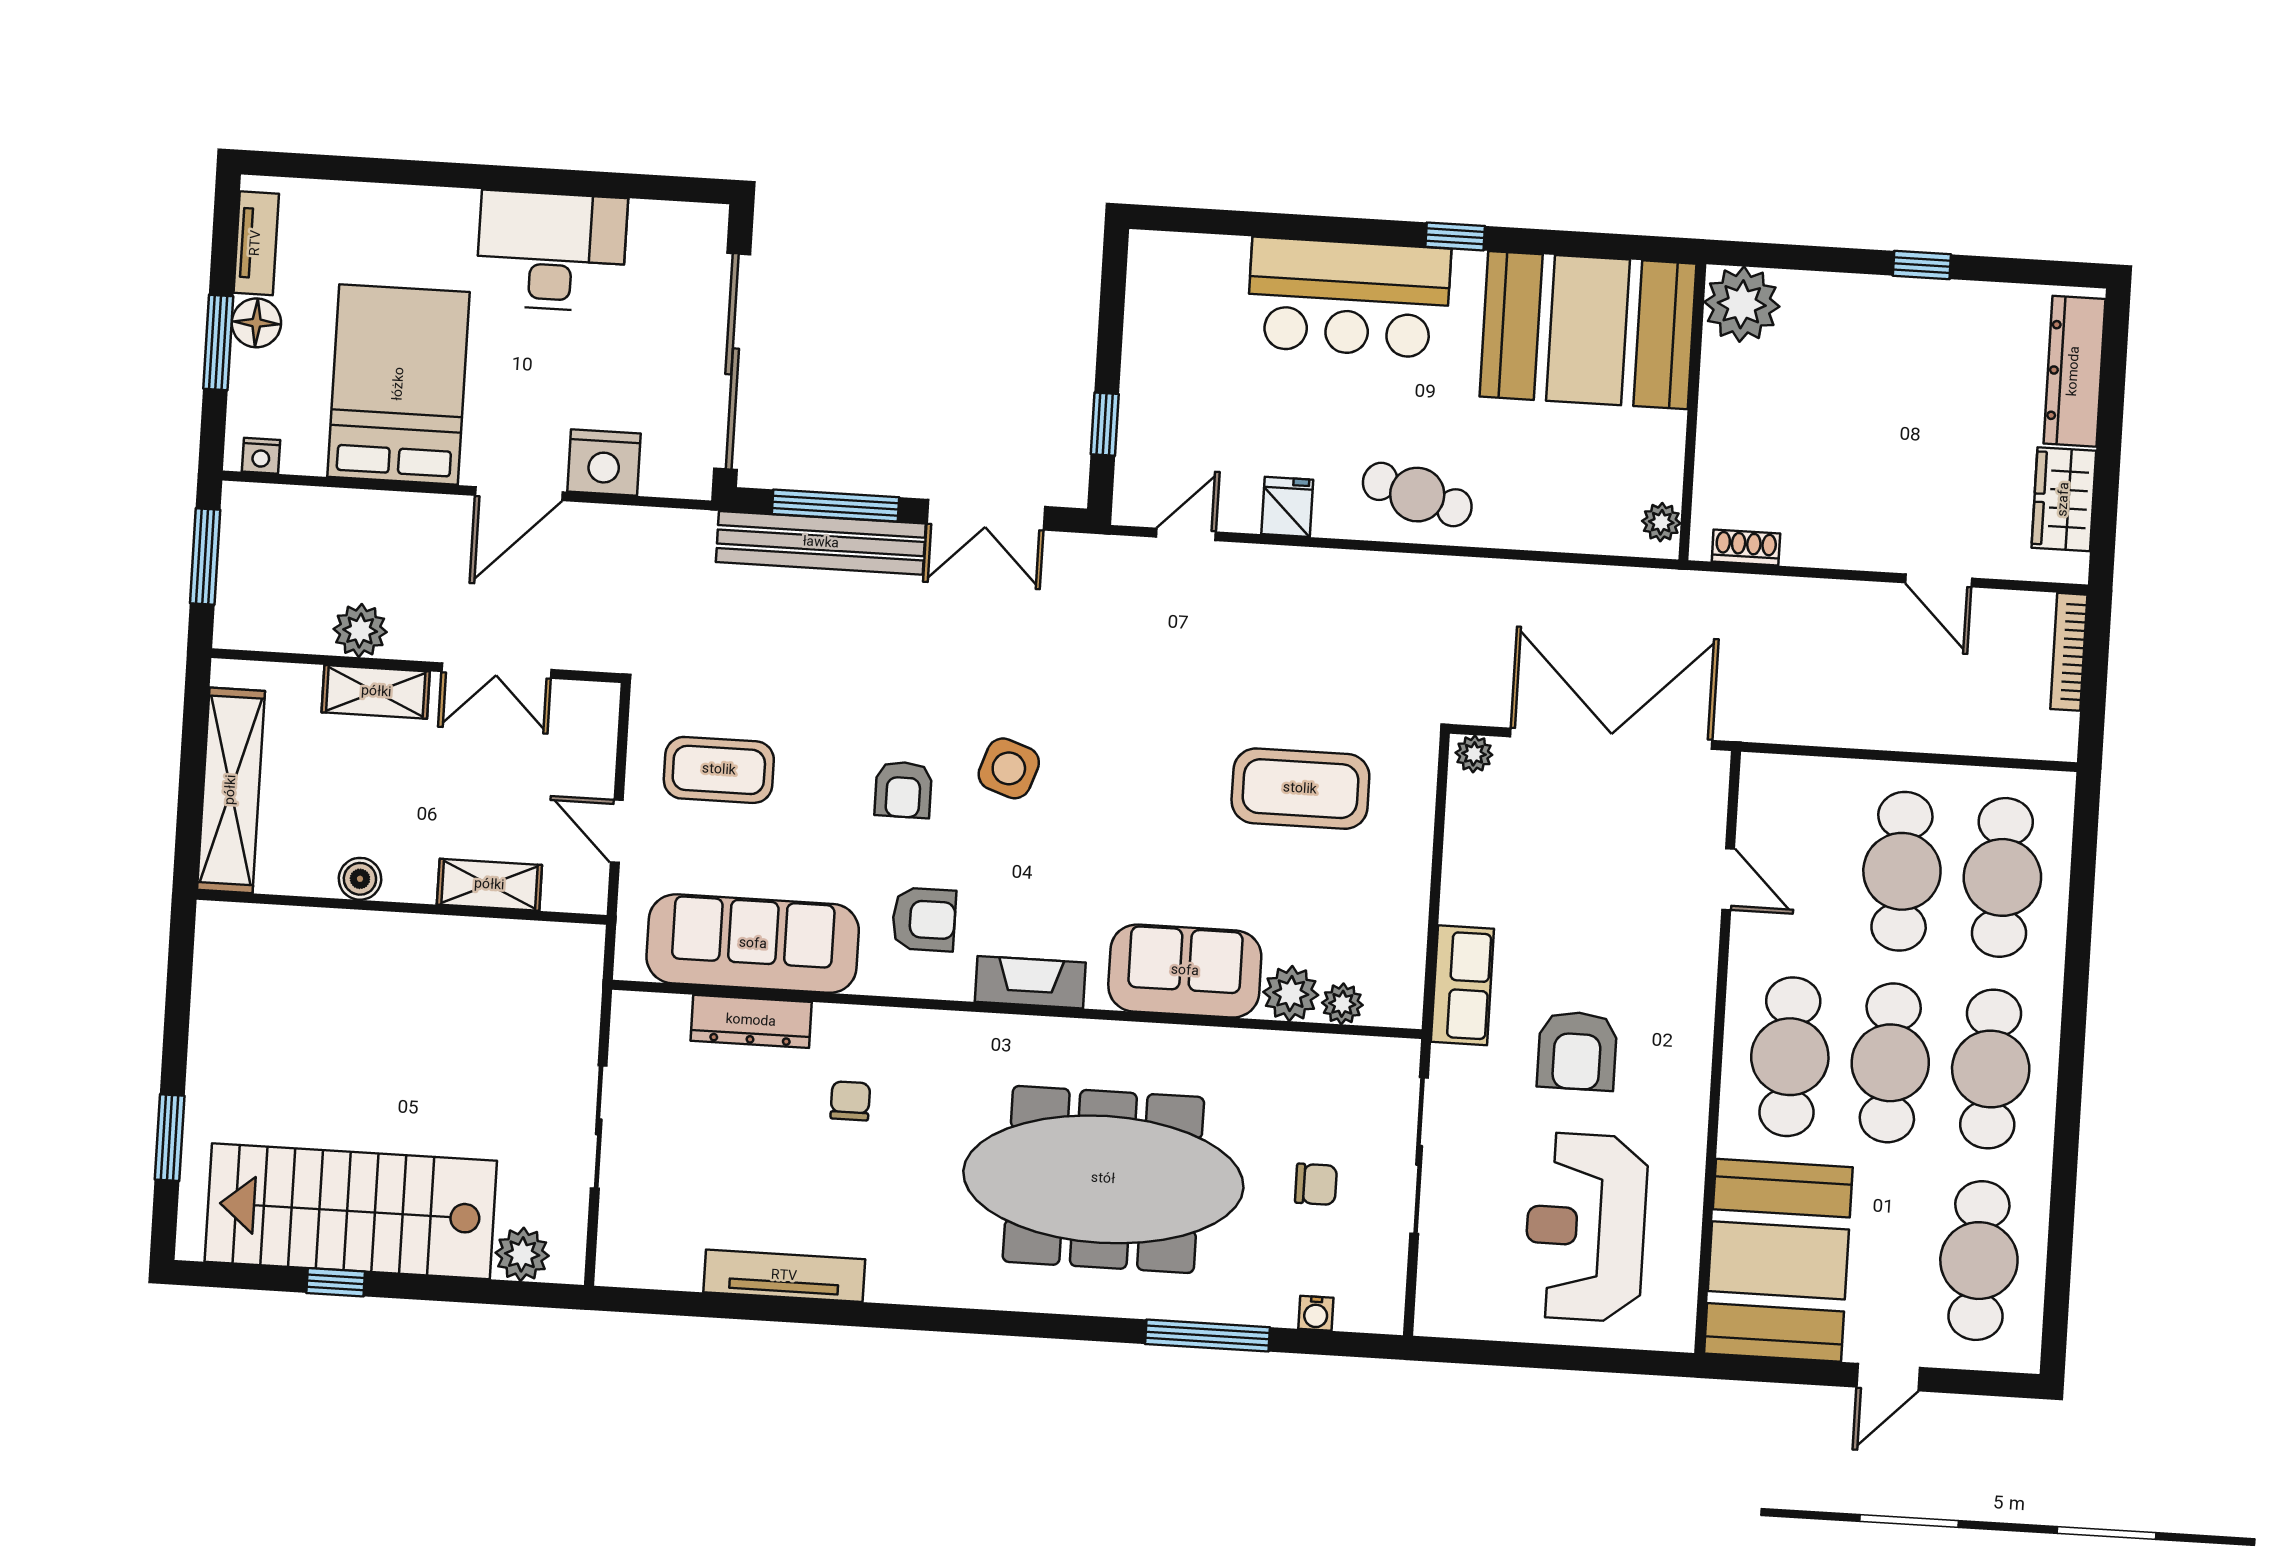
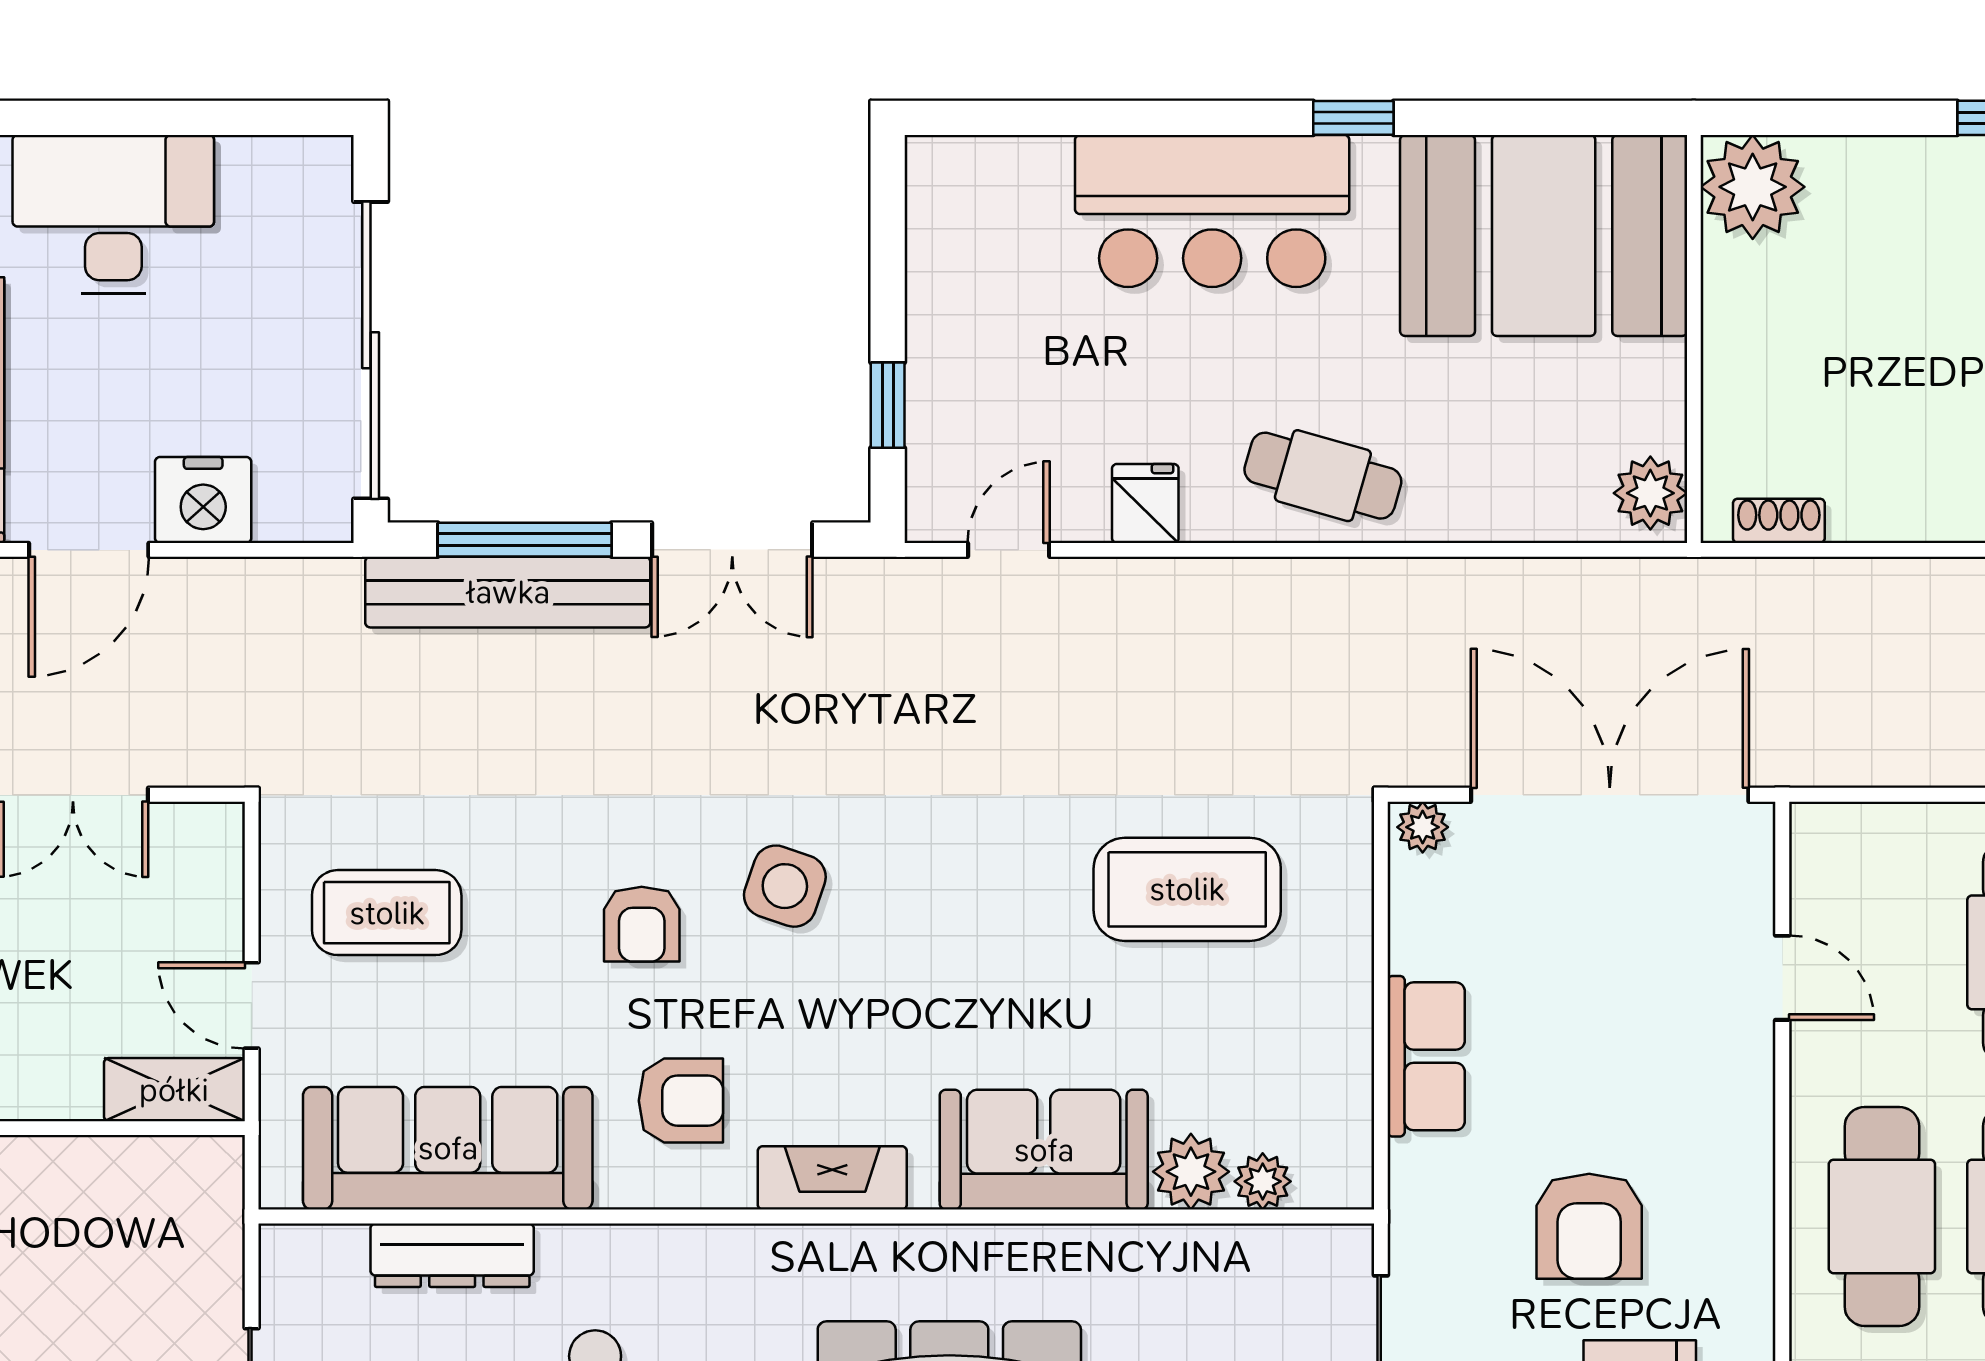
plant: (1661, 522) -> (1650, 493), width x1.38, depth x1.38
shelving: (489, 885) -> (174, 1090), moved
row of seats: (1462, 985) -> (1426, 1056), moved

